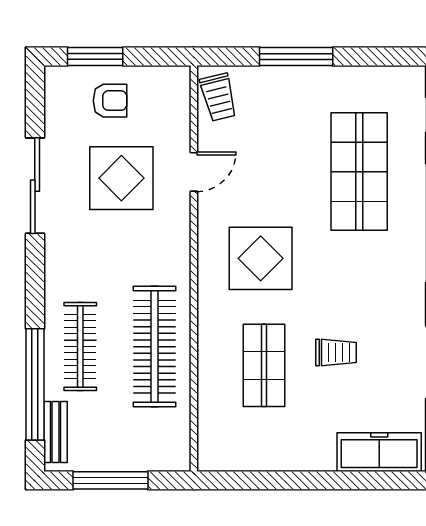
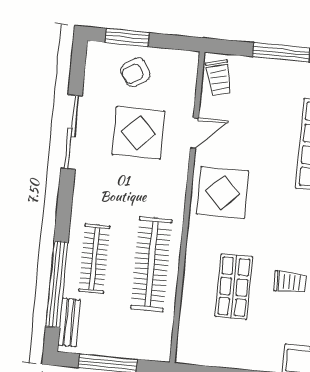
armchair: (110, 101) -> (135, 72), turned 147
display table: (261, 258) -> (223, 193), moved

